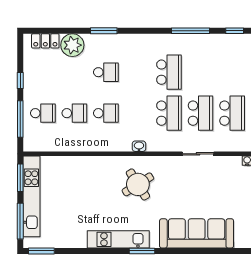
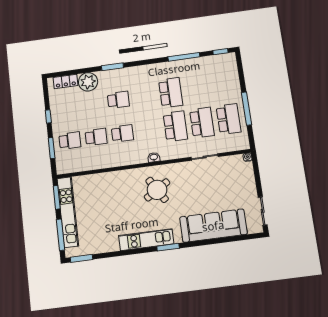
window: (20, 119) -> (52, 148), width x0.69

